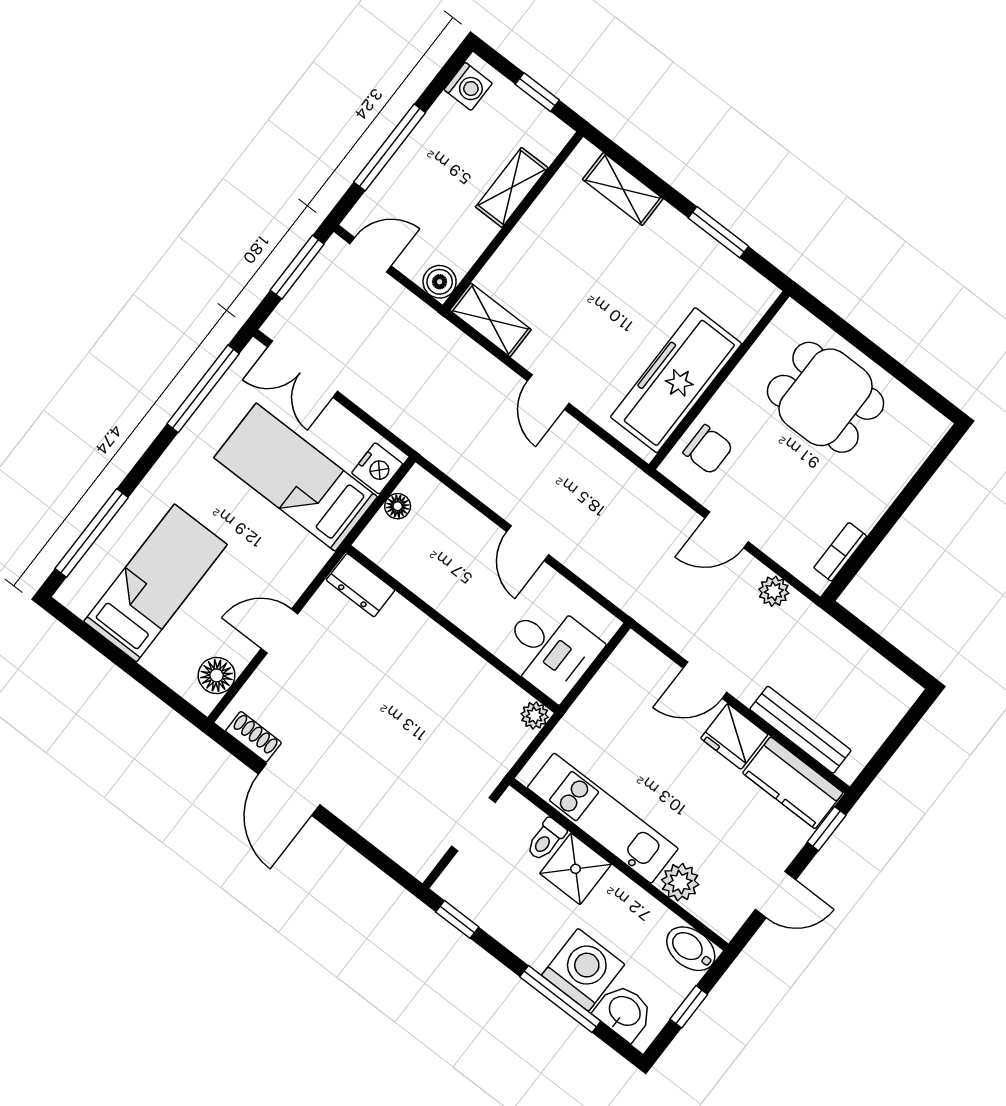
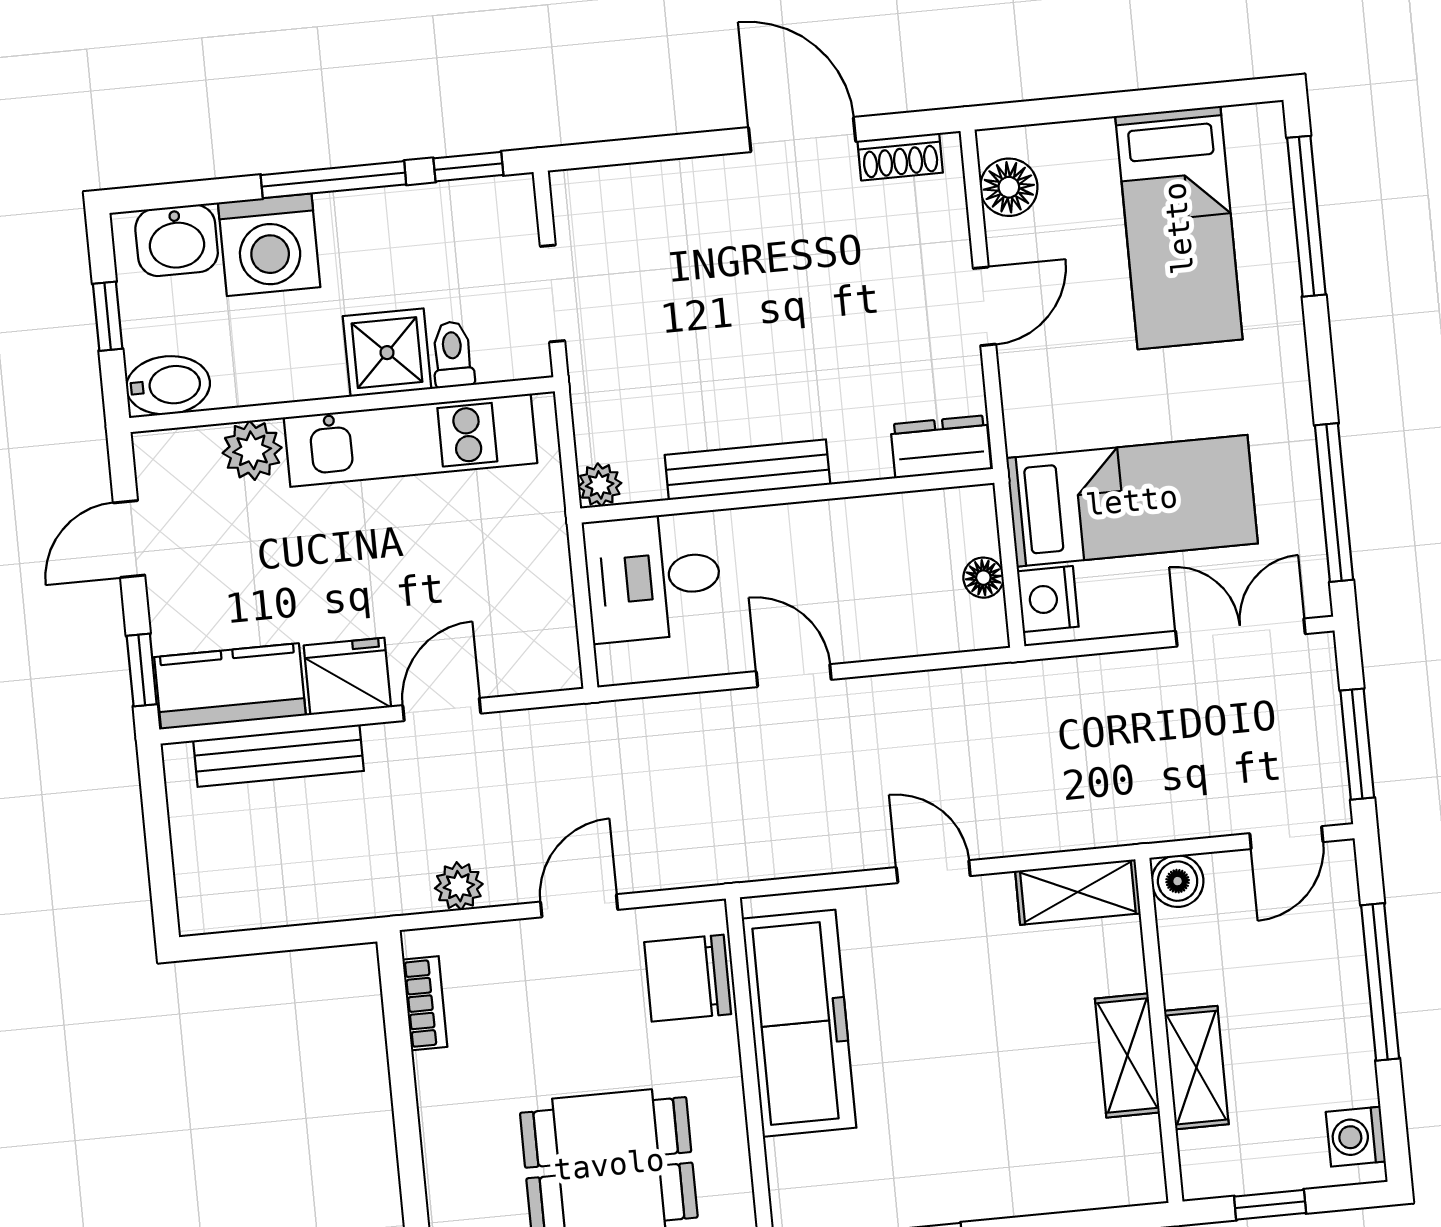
shelving: (623, 189) -> (1127, 1055), moved, turned 90
chair: (708, 450) -> (688, 978), width x1.37, depth x1.37
bench: (460, 658) -> (747, 470), added
window: (560, 999) -> (333, 180), moved

